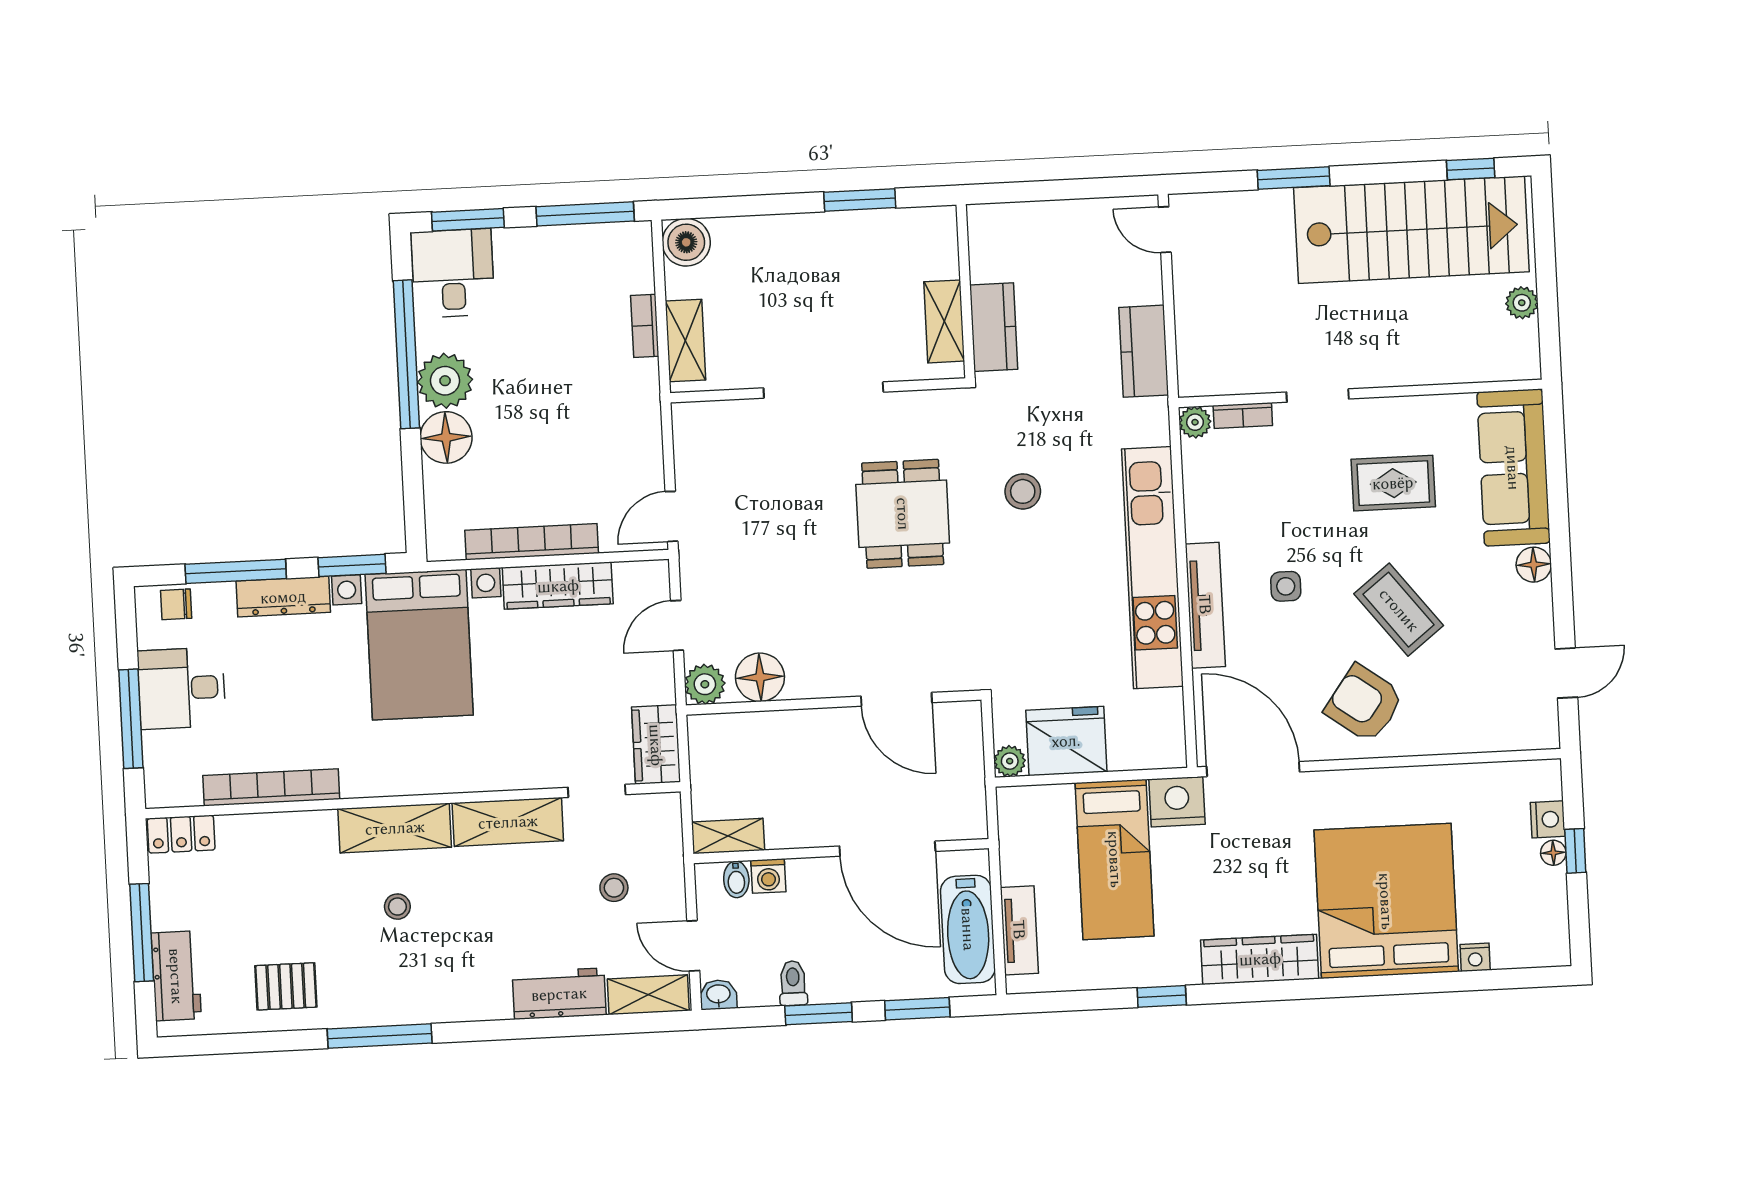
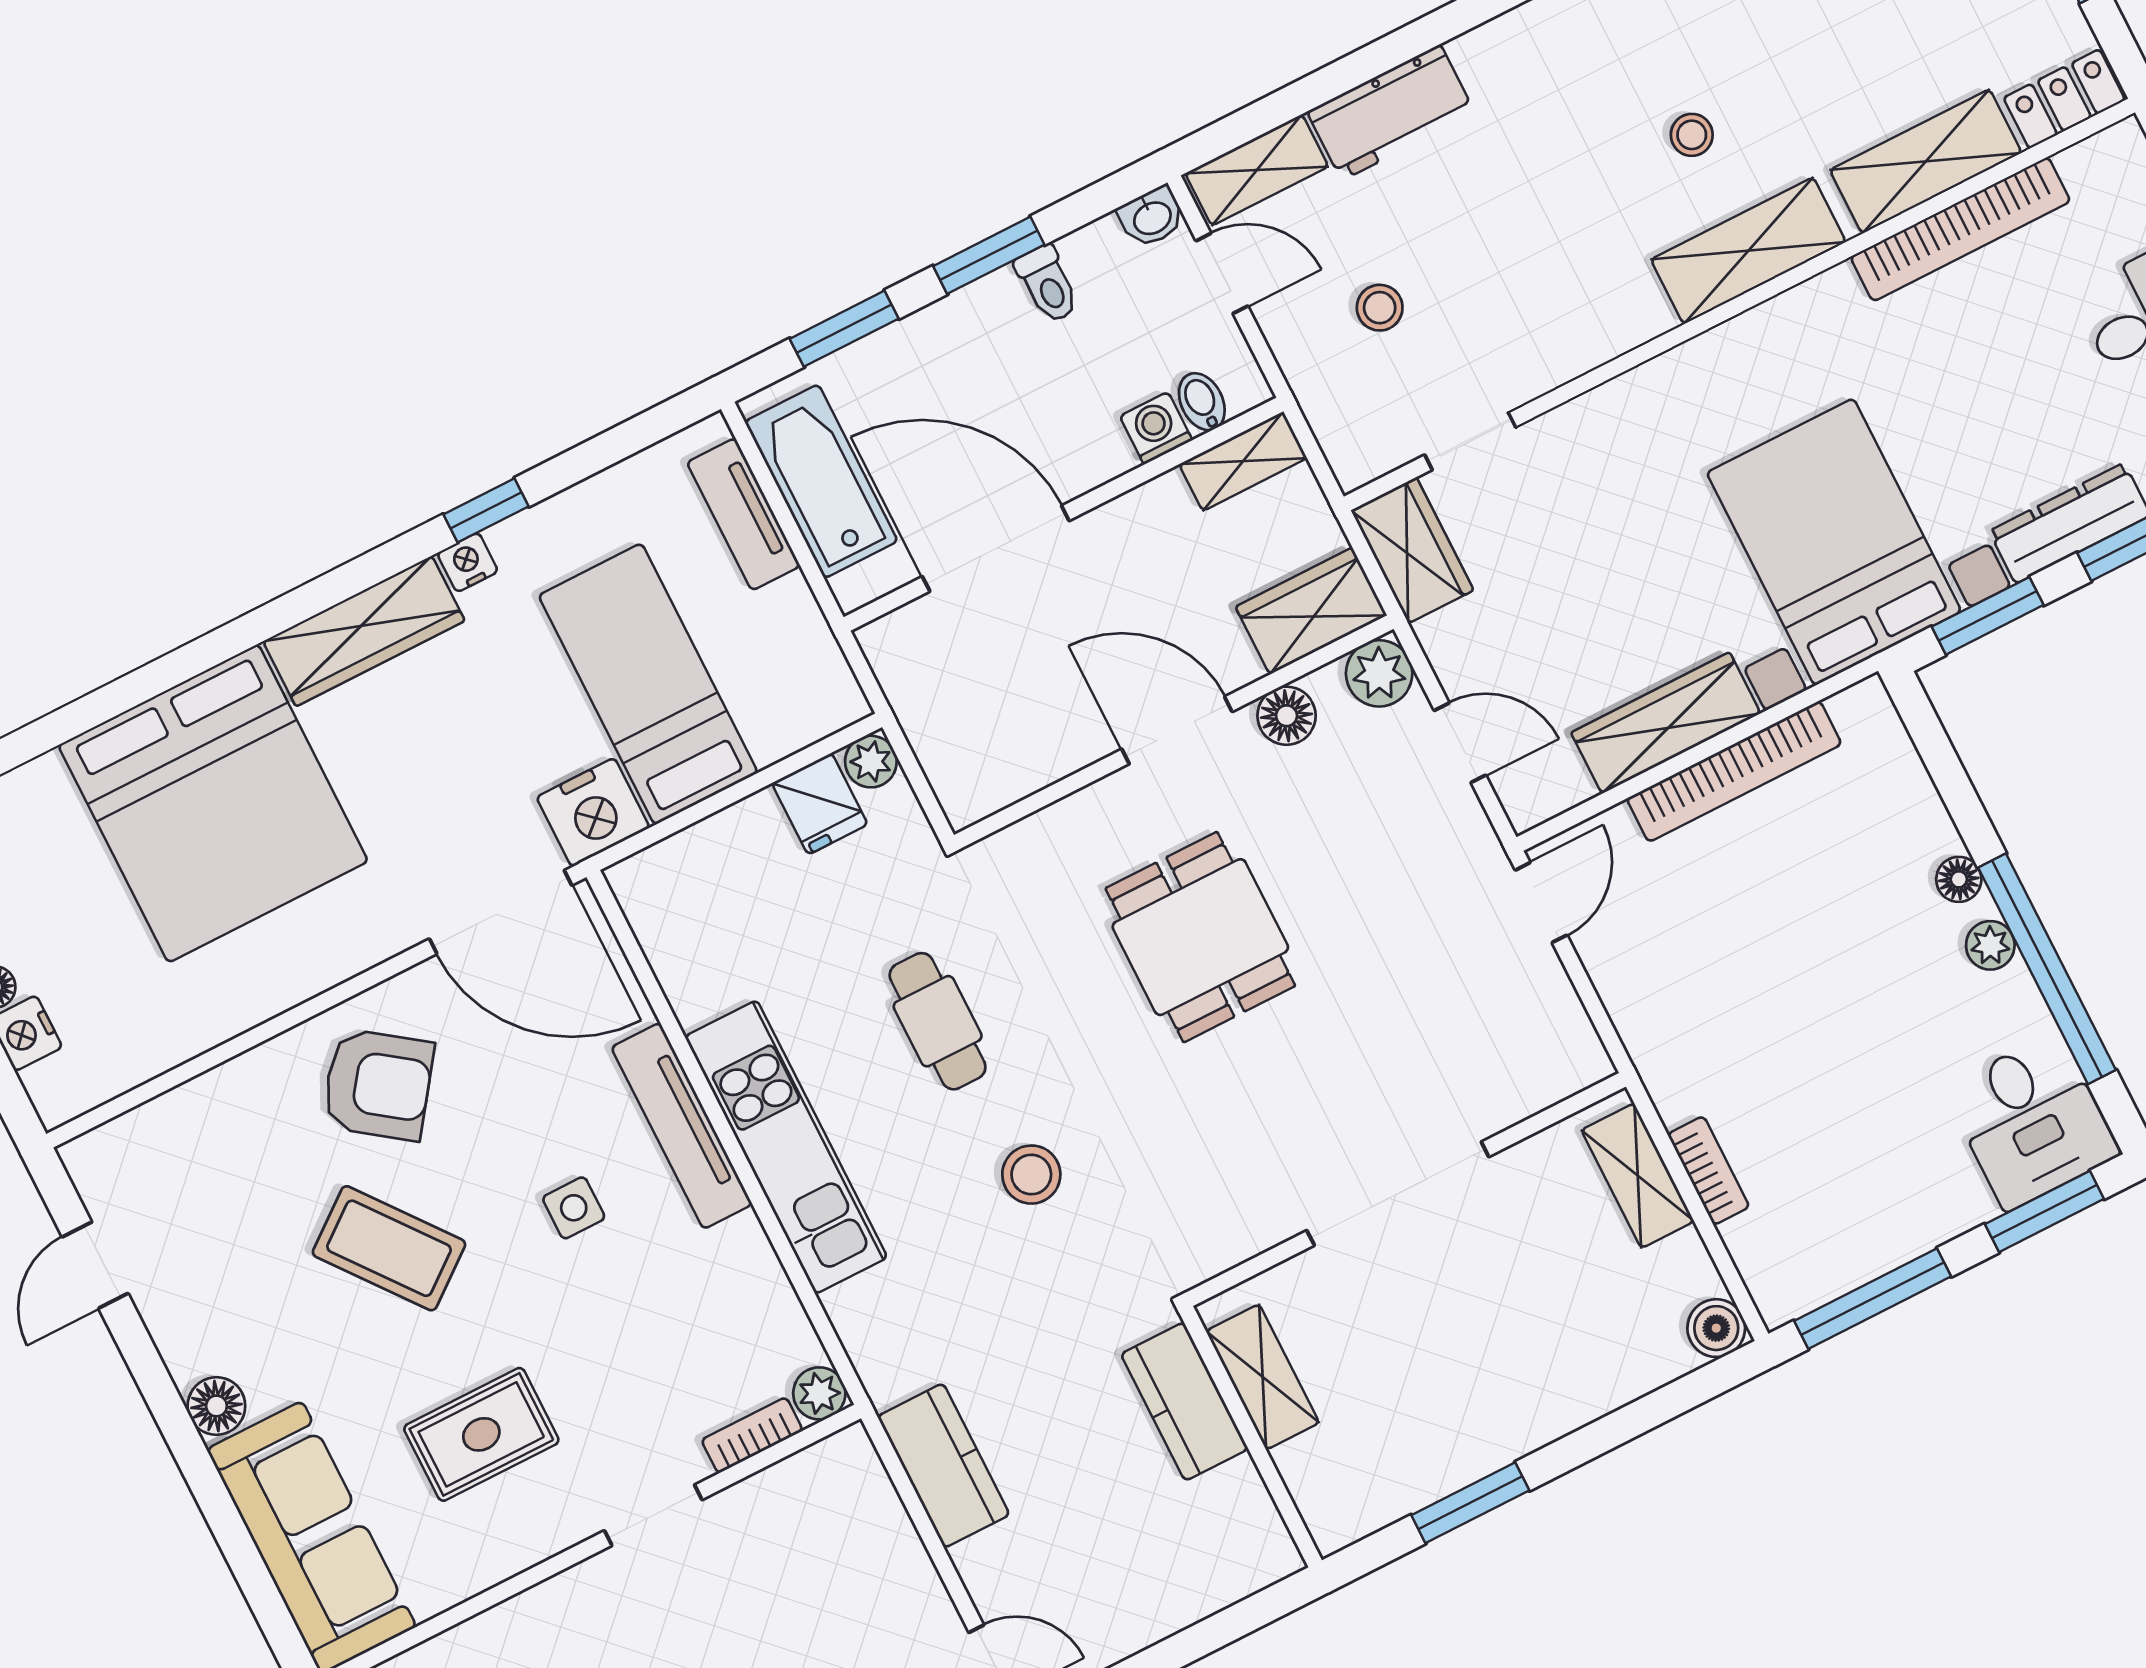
boiler: (686, 242) -> (1716, 1328), width x0.73, depth x0.73
plant: (445, 381) -> (1990, 945), width x0.53, depth x0.53
floor lamp: (446, 437) -> (1959, 879), width x0.53, depth x0.53
dining table: (903, 514) -> (1200, 937), moved
kitchen unit: (1152, 568) -> (786, 1147), width x0.73
cafe table: (1037, 600) -> (938, 1021), added
door: (677, 626) -> (1460, 743), hinge flipped
floor lamp: (760, 677) -> (1287, 716), width x0.73, depth x0.73
door: (896, 699) -> (1177, 730), moved
wardrobe: (727, 736) -> (1311, 611), added
fridge: (1066, 741) -> (820, 804), width x0.53, depth x0.75
shelving: (508, 822) -> (1926, 161), moved
nightstand: (1475, 957) -> (468, 562), moved

